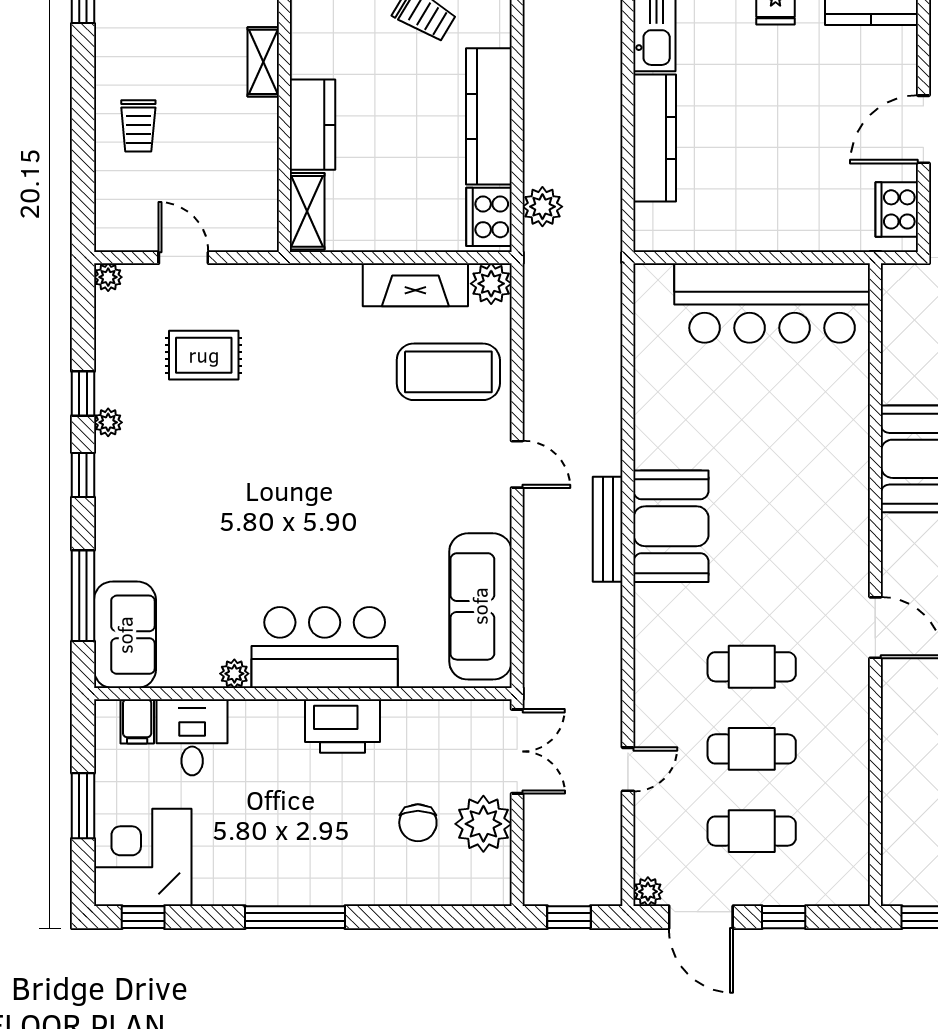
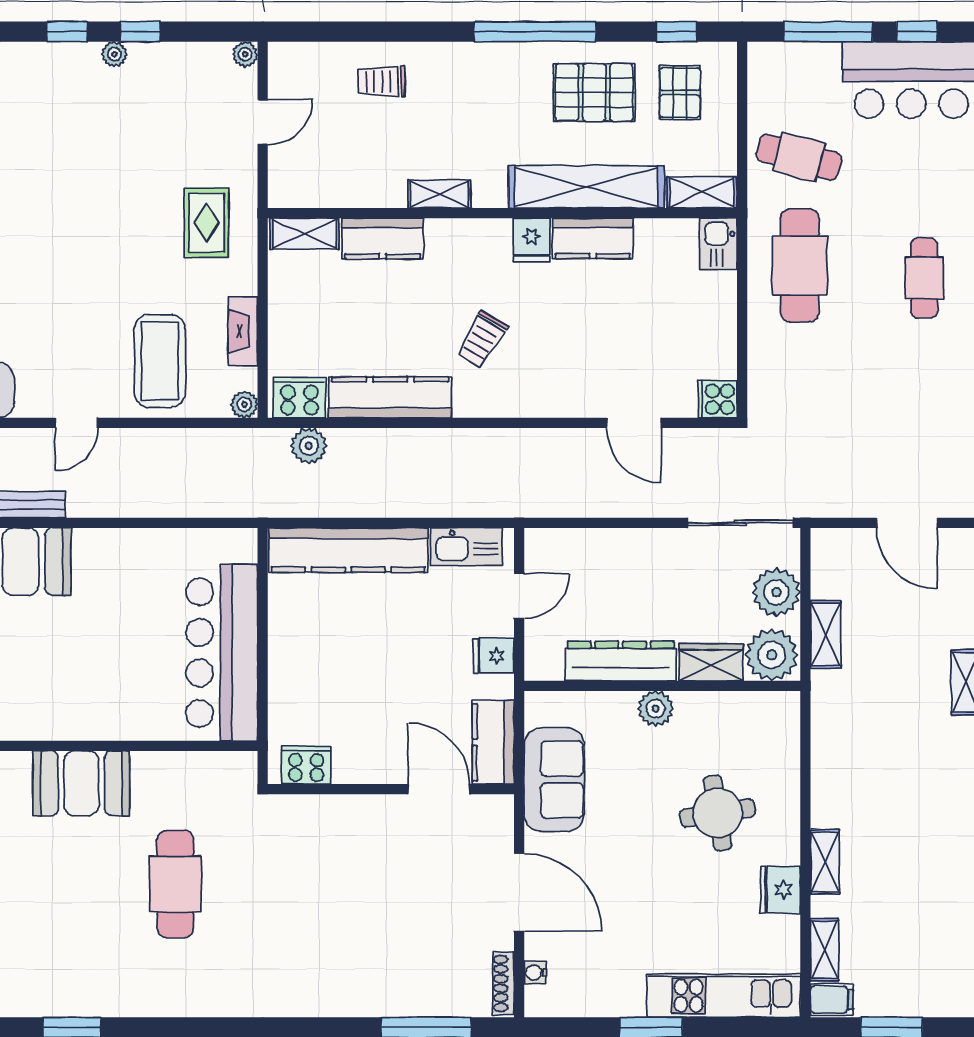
door: (923, 129) -> (439, 789), moved
kitchen counter: (655, 138) -> (348, 550), width x1.39, depth x1.17
plant: (491, 284) -> (244, 405), width x0.73, depth x0.73
fireplace: (415, 285) -> (243, 331), width x0.73, depth x0.76
rug: (204, 355) -> (206, 223), moved

